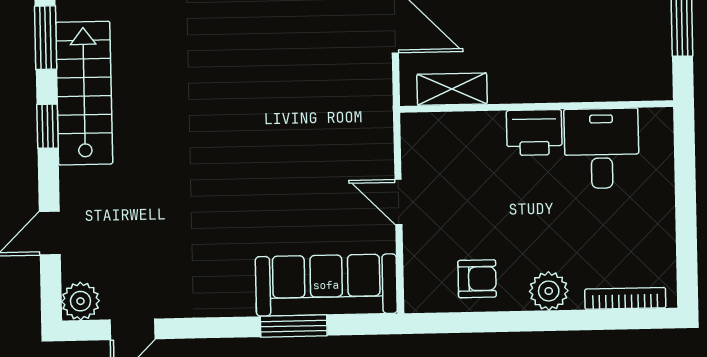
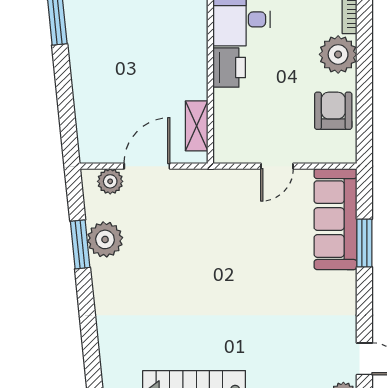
armchair: (477, 279) -> (333, 111), width x1.38, depth x1.38
plant: (549, 291) -> (338, 54), width x1.36, depth x1.36

